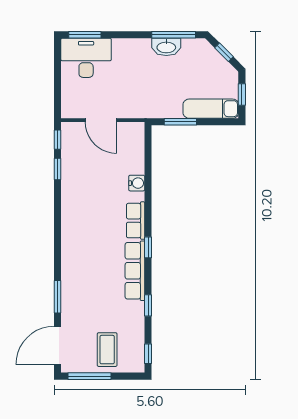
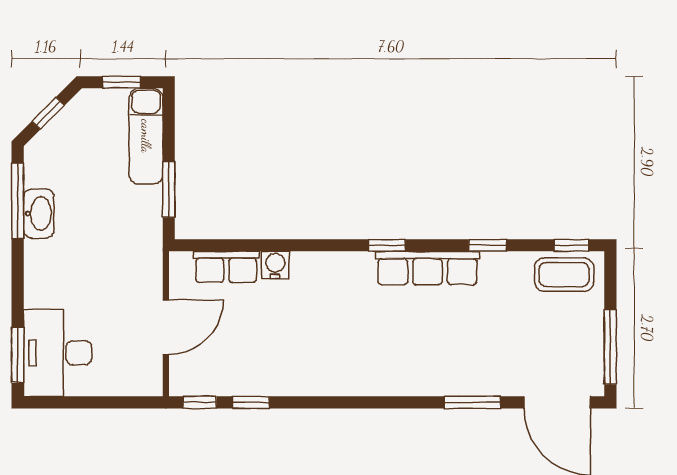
row of seats: (136, 221) -> (226, 267), moved
coffee table: (107, 350) -> (564, 275), moved

